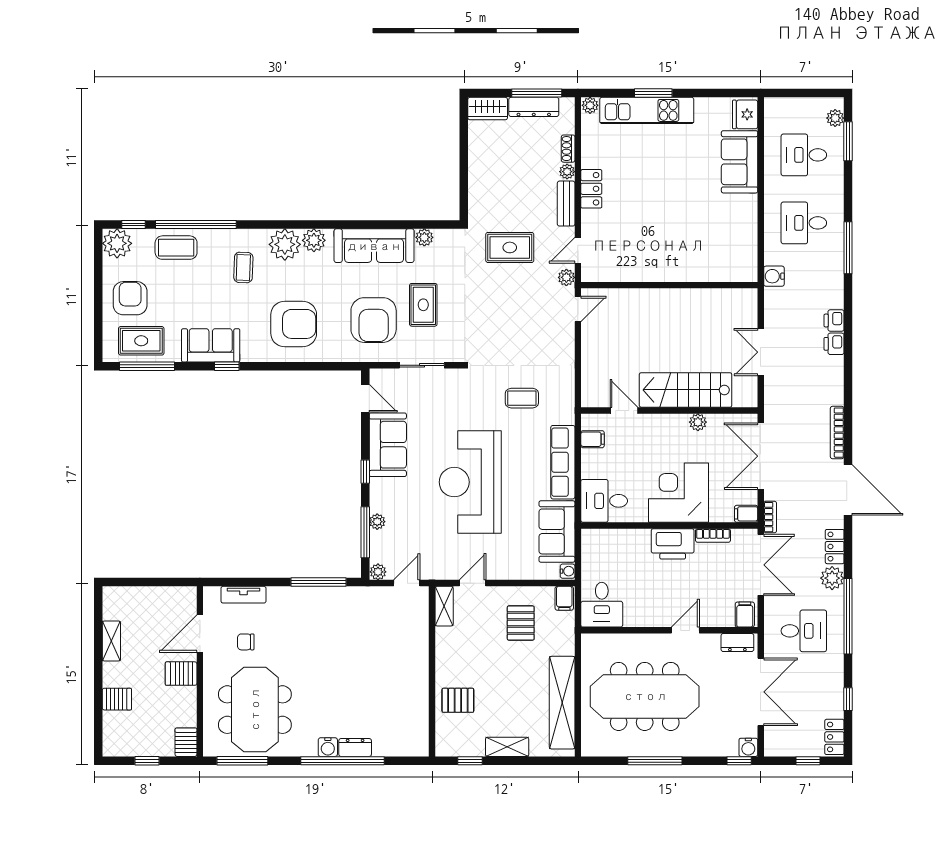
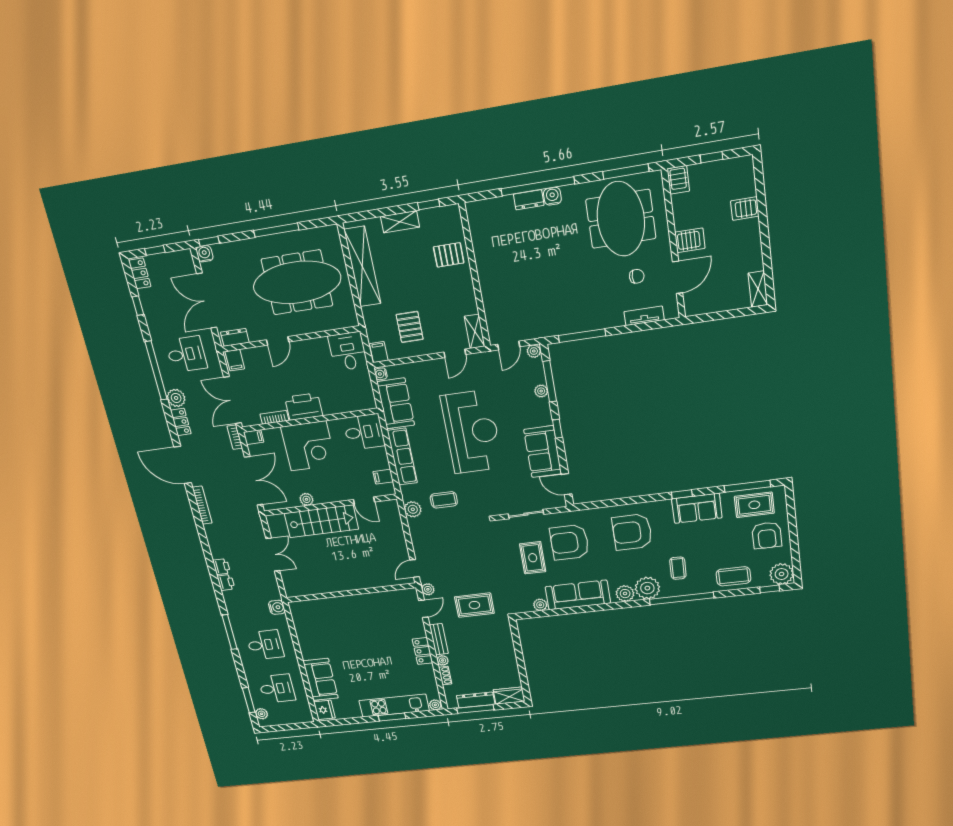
window: (196, 225) -> (682, 599), moved
armchair: (374, 320) -> (569, 542), turned -90
plant: (564, 391) -> (413, 509), added
desk: (804, 631) -> (186, 354), turned 180
shelving: (111, 641) -> (758, 289), moved

